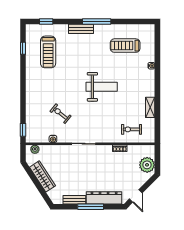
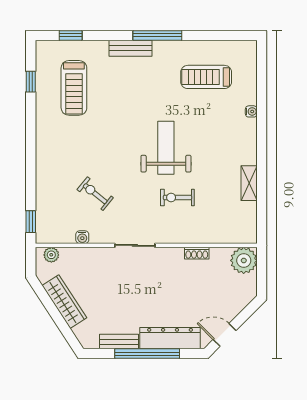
weight bench: (102, 87) -> (166, 148), turned -90
exercise bike: (131, 129) -> (177, 198), moved
plant: (147, 165) -> (244, 260), moved
door: (136, 196) -> (224, 335), swing flipped
window: (91, 207) -> (147, 354), width x1.46

